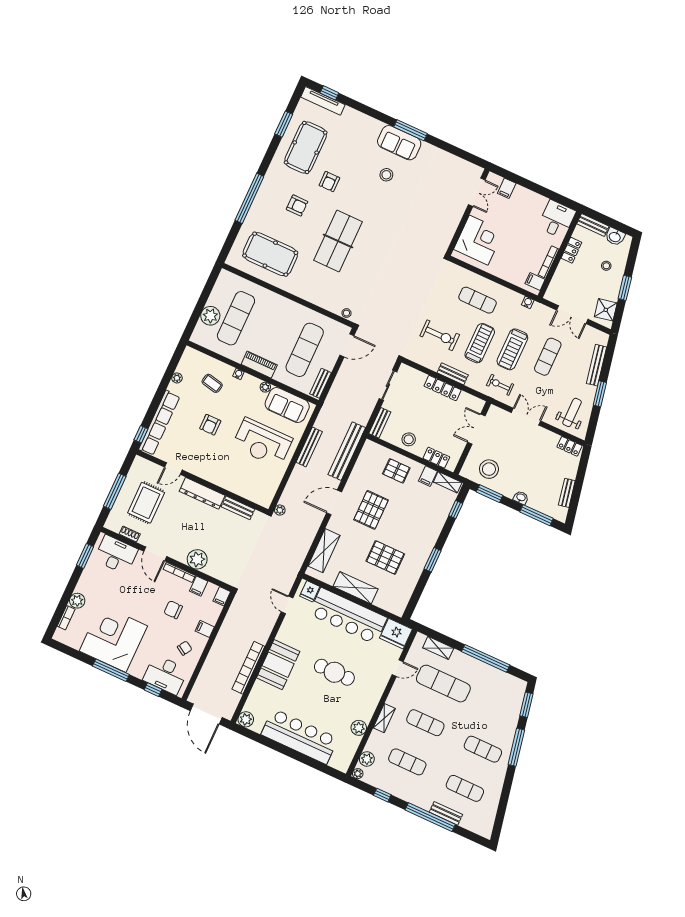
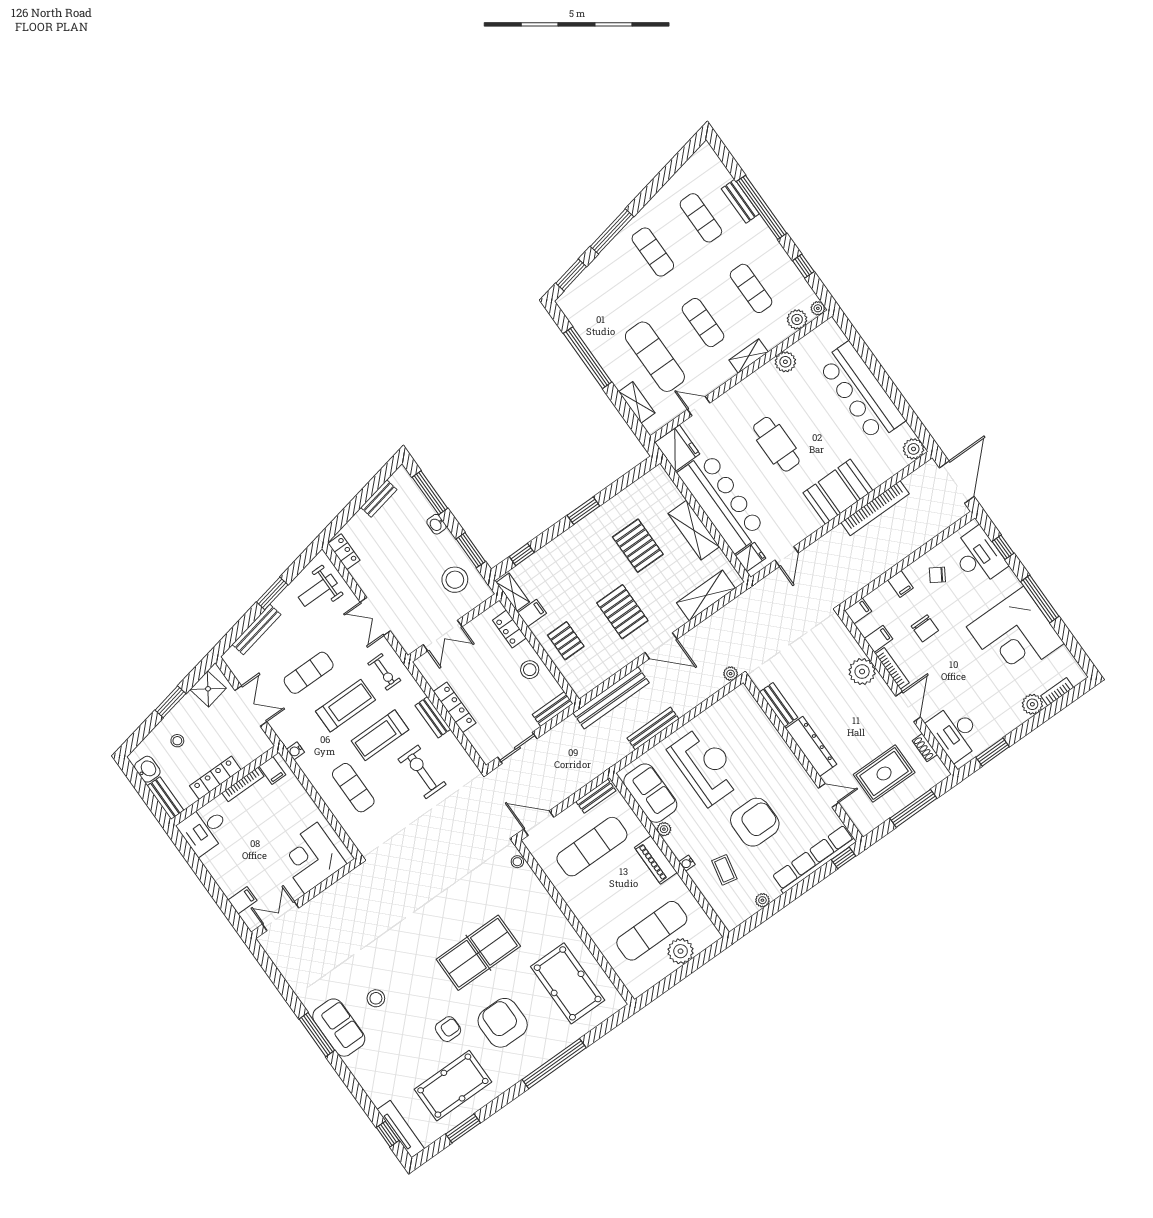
armchair: (297, 205) -> (503, 1023), width x1.88, depth x1.88
locker: (571, 250) -> (215, 778), width x1.53
armchair: (210, 425) -> (755, 822), width x1.88, depth x1.88
pallet: (371, 510) -> (622, 612), turned 90

